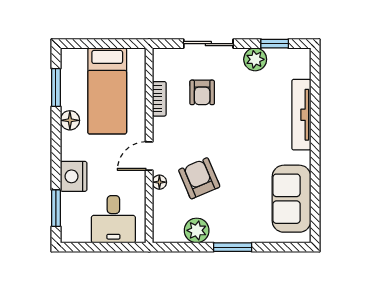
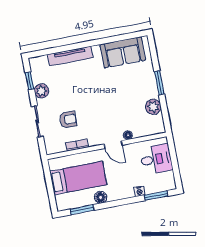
nightstand: (74, 176) -> (139, 191), width x0.53, depth x0.56
armchair: (199, 178) -> (121, 111), removed

